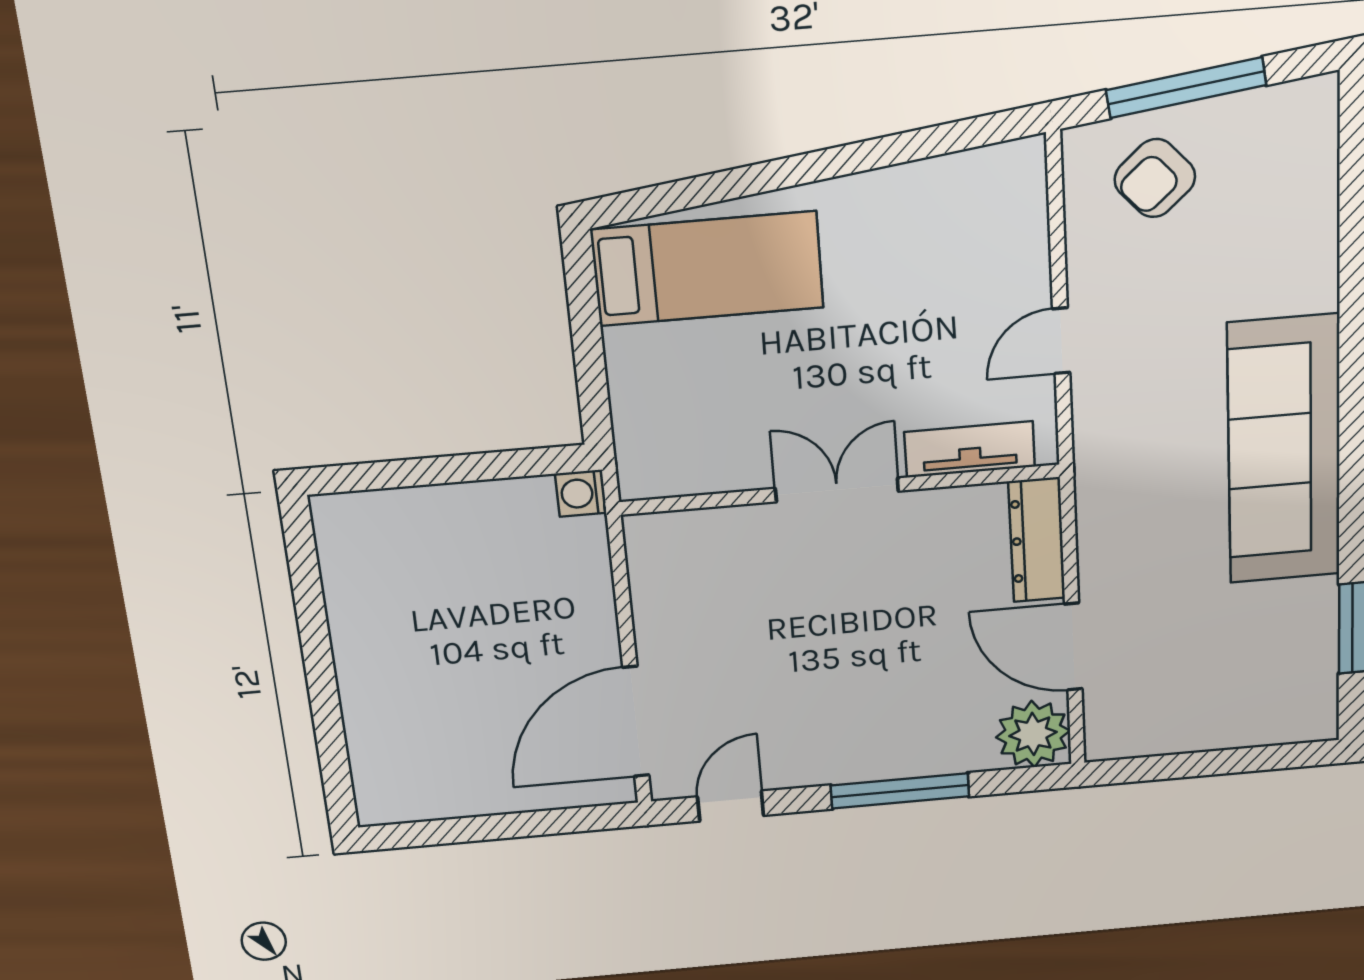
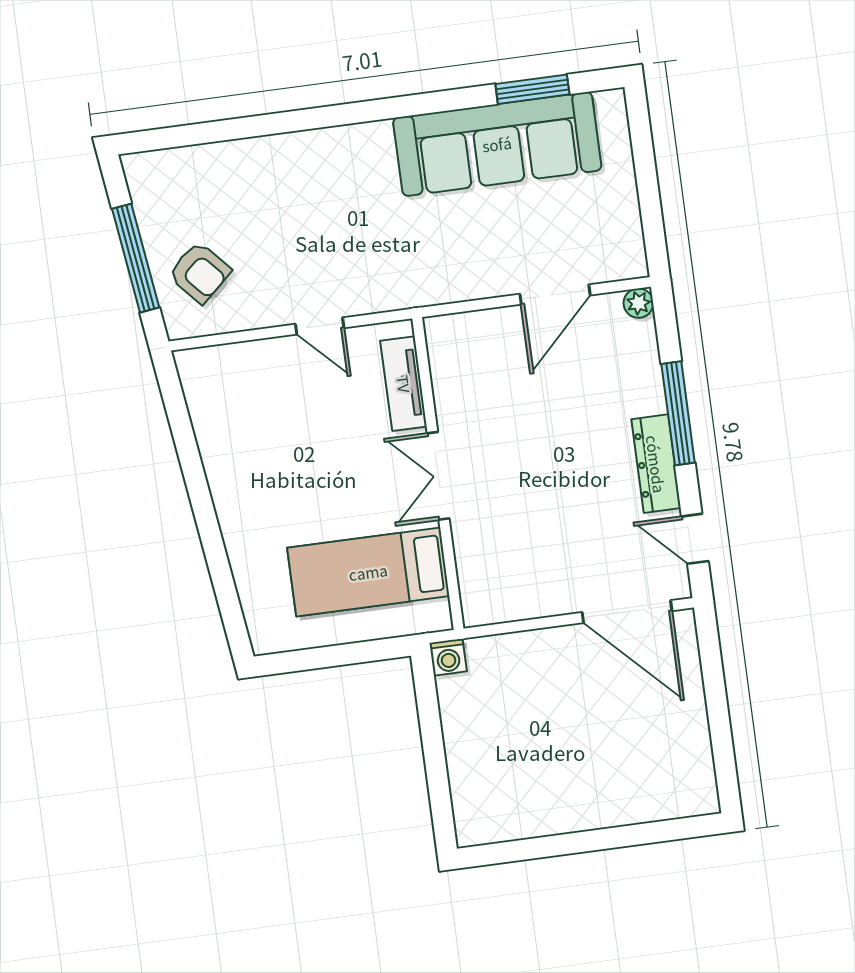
bed: (708, 269) -> (368, 572), moved, turned -90
sofa: (1284, 450) -> (497, 144), moved
dresser: (1037, 540) -> (656, 464), moved, turned 90
plant: (1033, 734) -> (638, 303), width x0.53, depth x0.53

